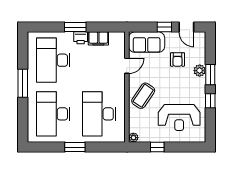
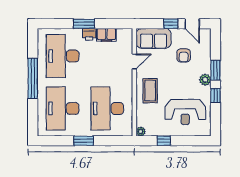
plant: (200, 71) -> (205, 80), moved
window: (23, 83) -> (33, 78), width x1.46
coffee table: (143, 96) -> (150, 91), turned -34

